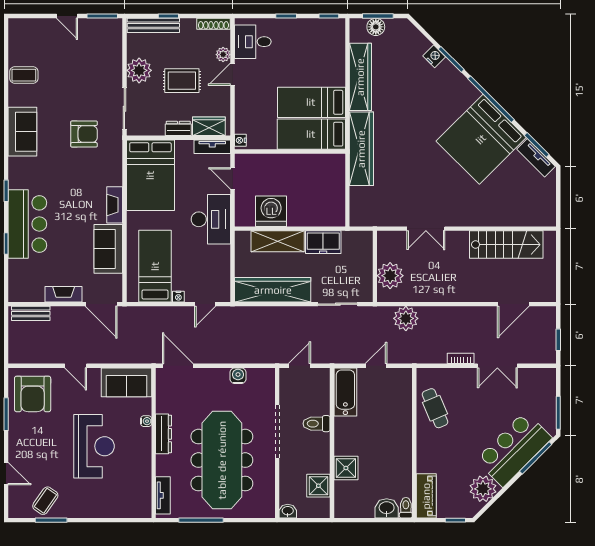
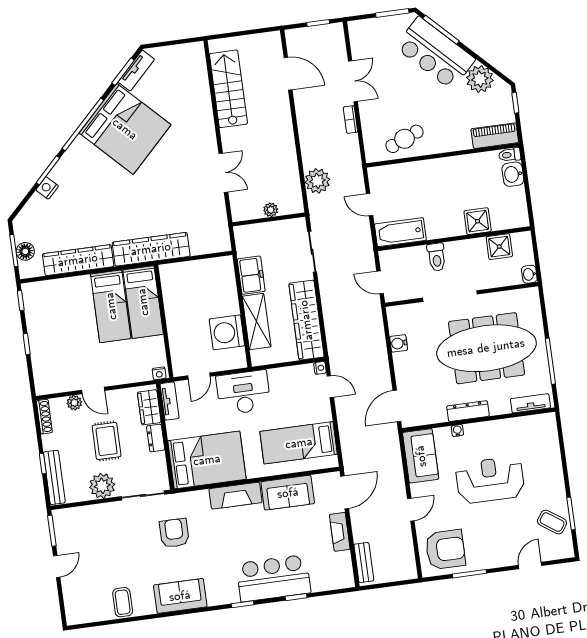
desk: (253, 42) -> (57, 374), removed
fireplace: (115, 205) -> (236, 496), width x1.37, depth x1.32
plant: (390, 276) -> (271, 210), width x0.53, depth x0.53
nightstand: (178, 297) -> (320, 368), moved

